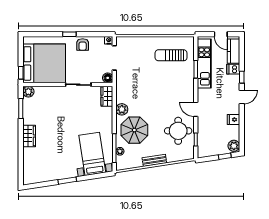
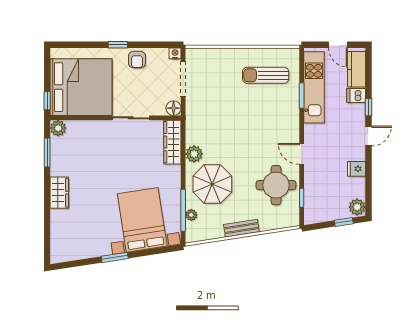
wardrobe: (107, 96) -> (172, 142), width x1.50
bed with nightstands: (92, 154) -> (142, 220), width x1.36

